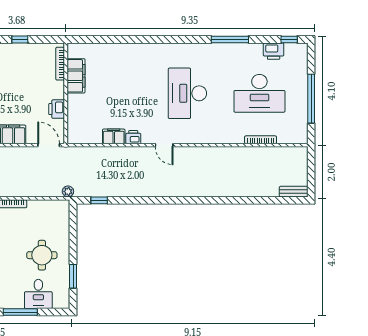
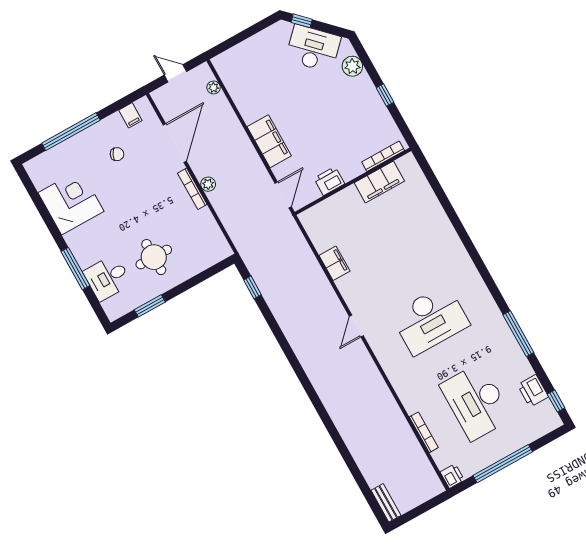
desk: (187, 93) -> (430, 320), turned 180
printer: (133, 137) -> (452, 476), moved
plant: (68, 191) -> (208, 184), moved

